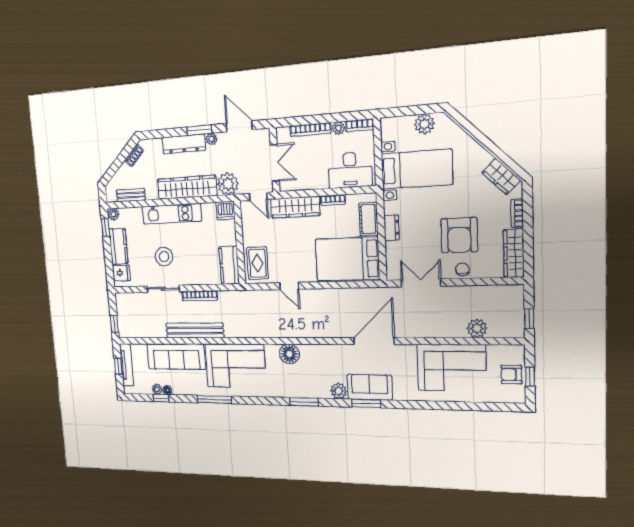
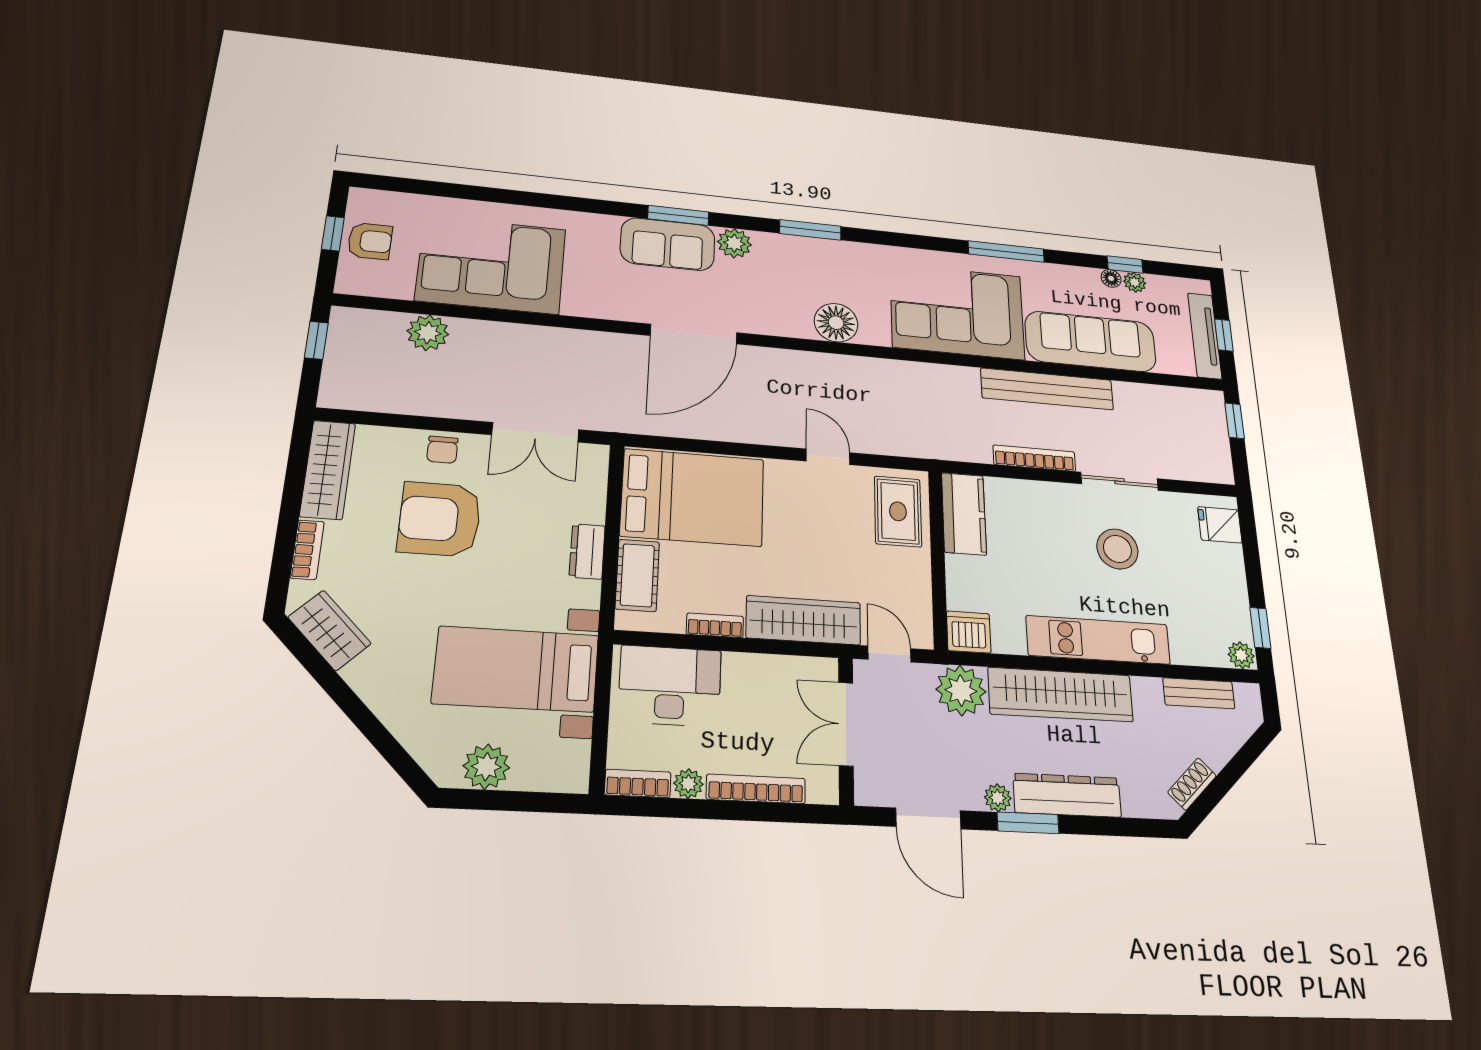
armchair: (459, 235) -> (440, 519), turned -90
kitchen counter: (118, 246) -> (1228, 583), removed
door: (374, 341) -> (694, 334), moved

